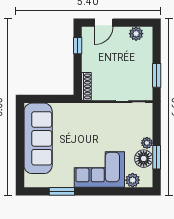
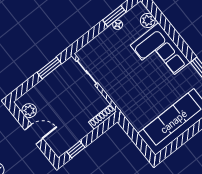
door: (104, 23) -> (34, 134), moved
plant: (147, 143) -> (109, 33), removed
floor lamp: (144, 159) -> (118, 25), width x0.53, depth x0.53

